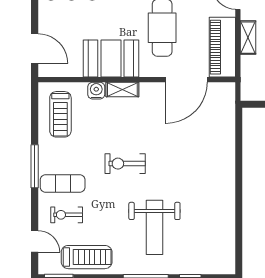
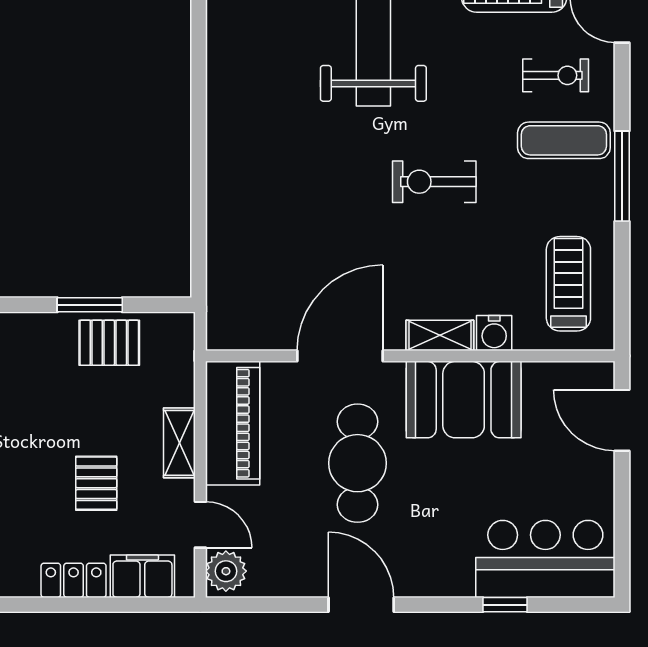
door: (186, 80) -> (340, 356), moved
exercise bike: (125, 164) -> (434, 182), turned 180

